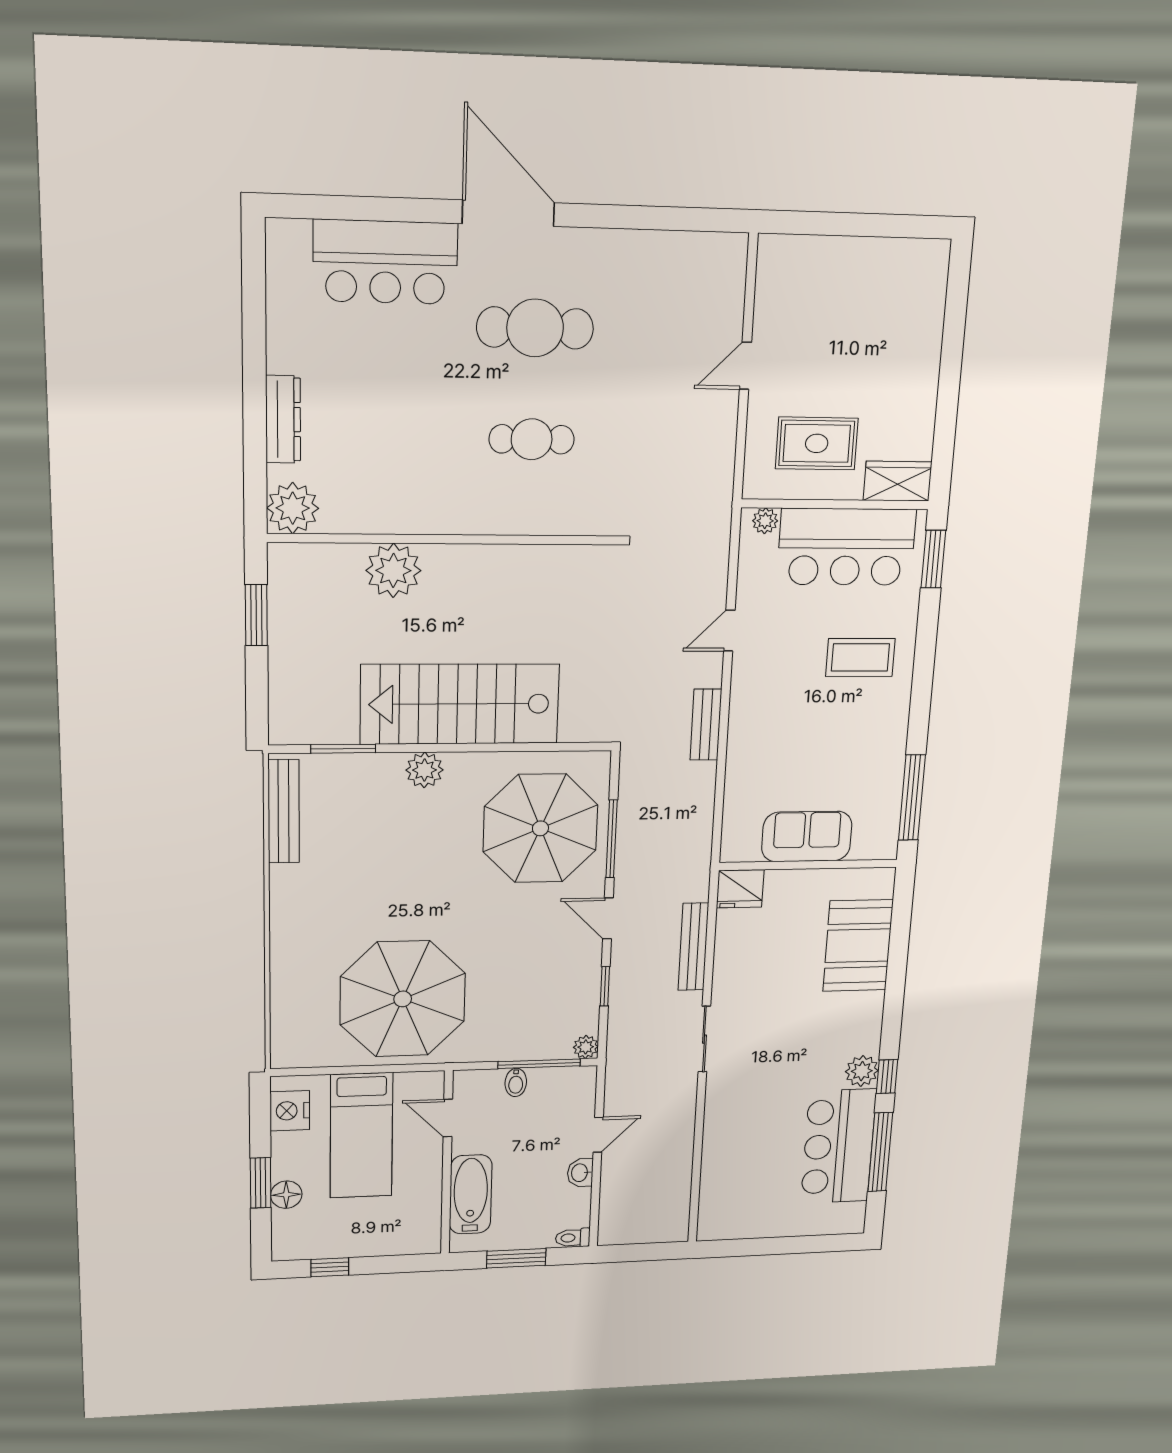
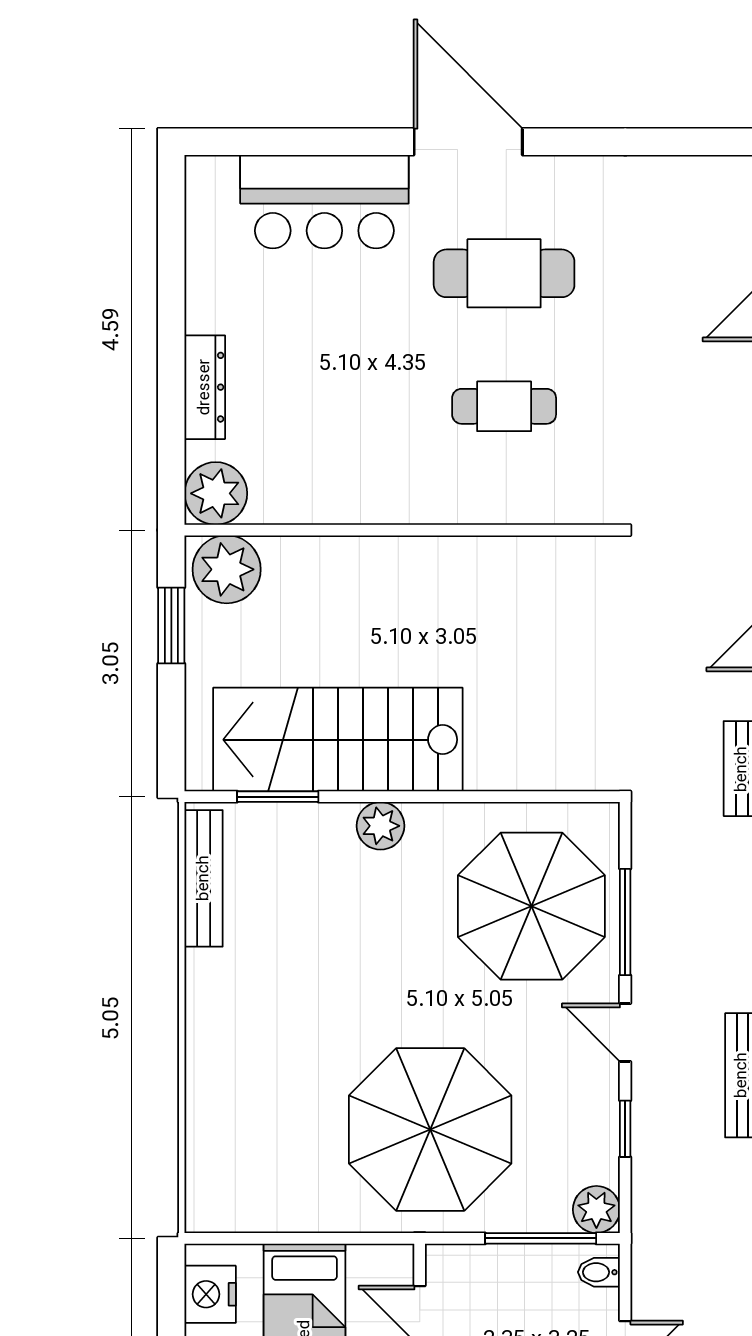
plant: (393, 571) -> (227, 569), moved
stairs: (460, 704) -> (338, 740), moved
parasol: (403, 999) -> (430, 1129), moved
plant: (586, 1047) -> (596, 1210), width x1.38, depth x1.38
bidet: (516, 1082) -> (599, 1272), moved, turned 90

